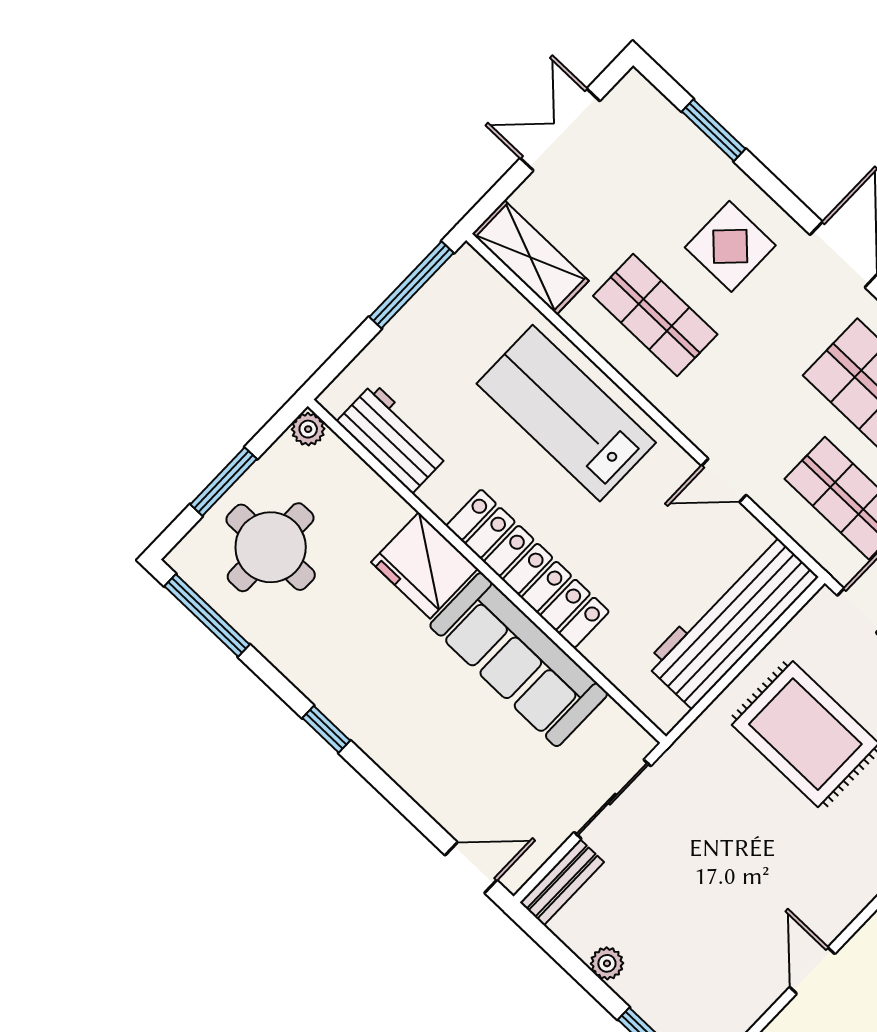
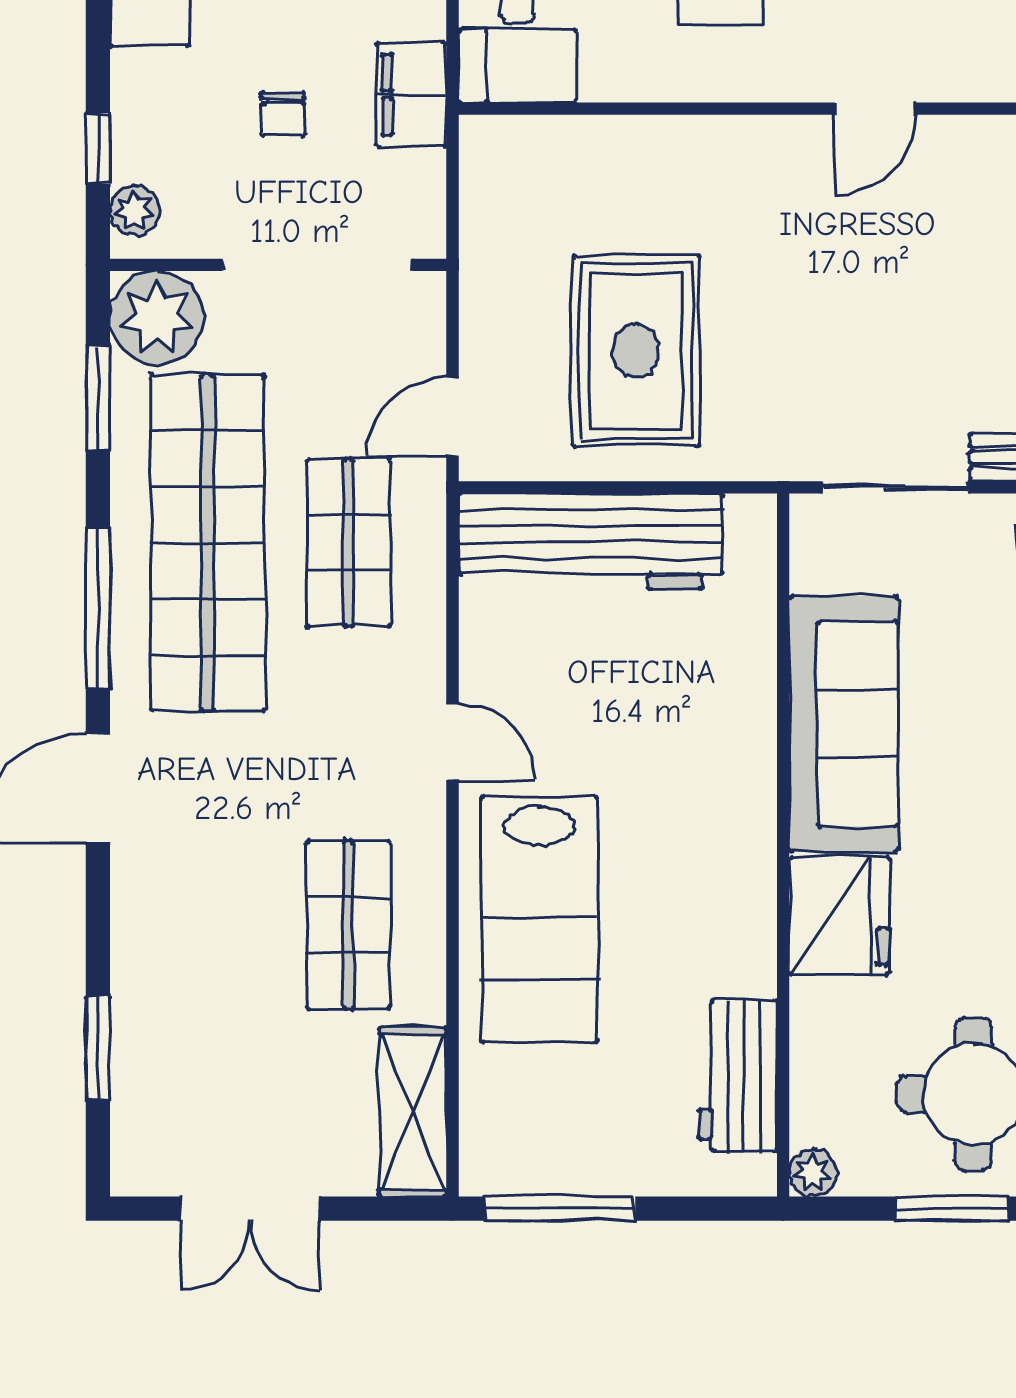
display table: (730, 246) -> (202, 915), removed
door: (724, 480) -> (452, 742), moved
locker: (528, 569) -> (740, 805), removed

